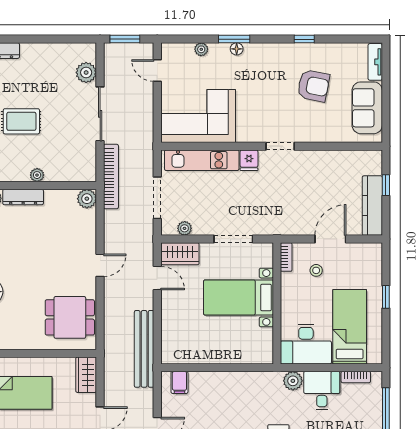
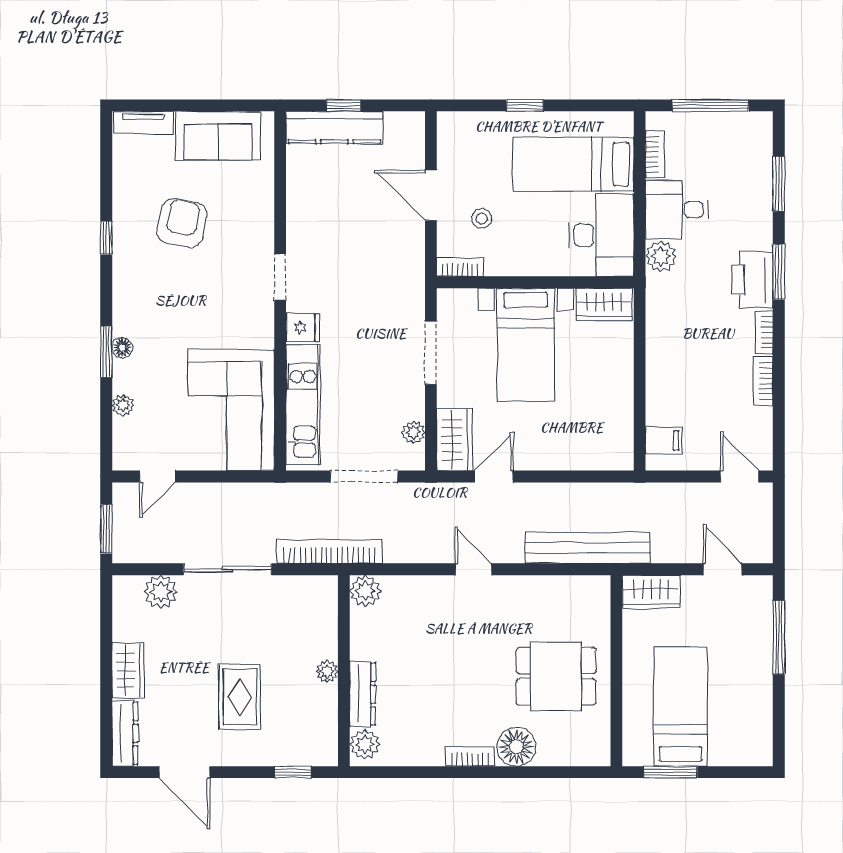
wardrobe: (38, 52) -> (128, 670), added
kitchen counter: (372, 206) -> (334, 127), moved
dining table: (70, 317) -> (556, 676), moved, turned 90
wardrobe: (263, 346) -> (604, 304), added
bench: (144, 349) -> (588, 548), moved

